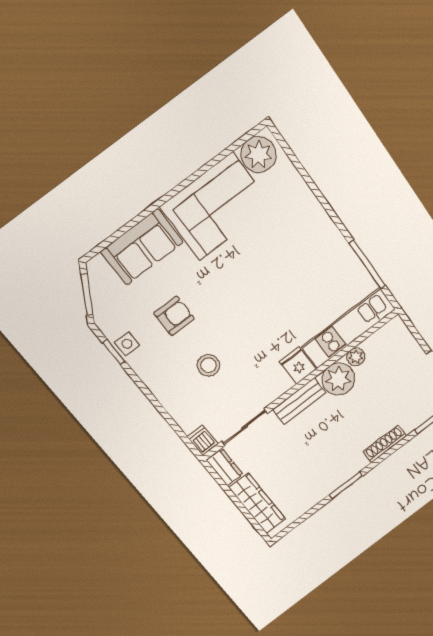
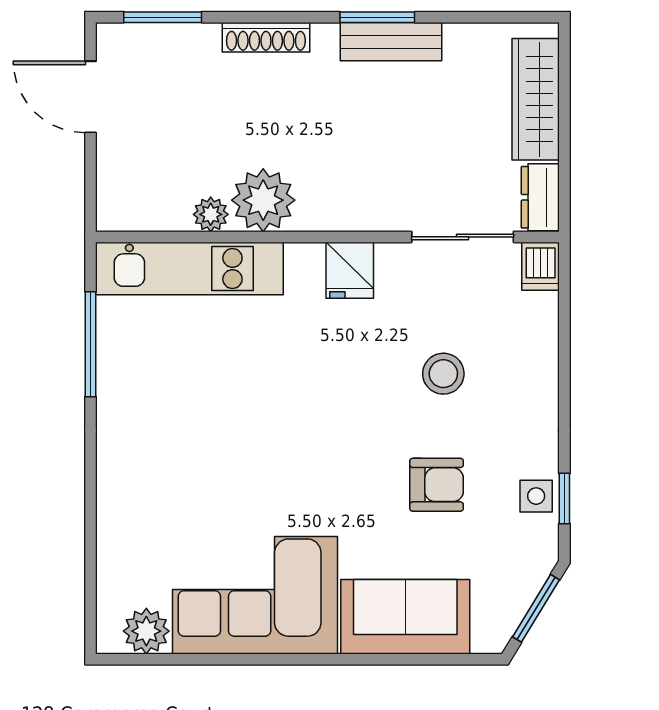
plant: (259, 155) -> (146, 631), width x0.73, depth x0.73
armchair: (174, 316) -> (437, 485), turned 180
fridge: (298, 365) -> (350, 270), moved
bench: (299, 401) -> (391, 42), moved

